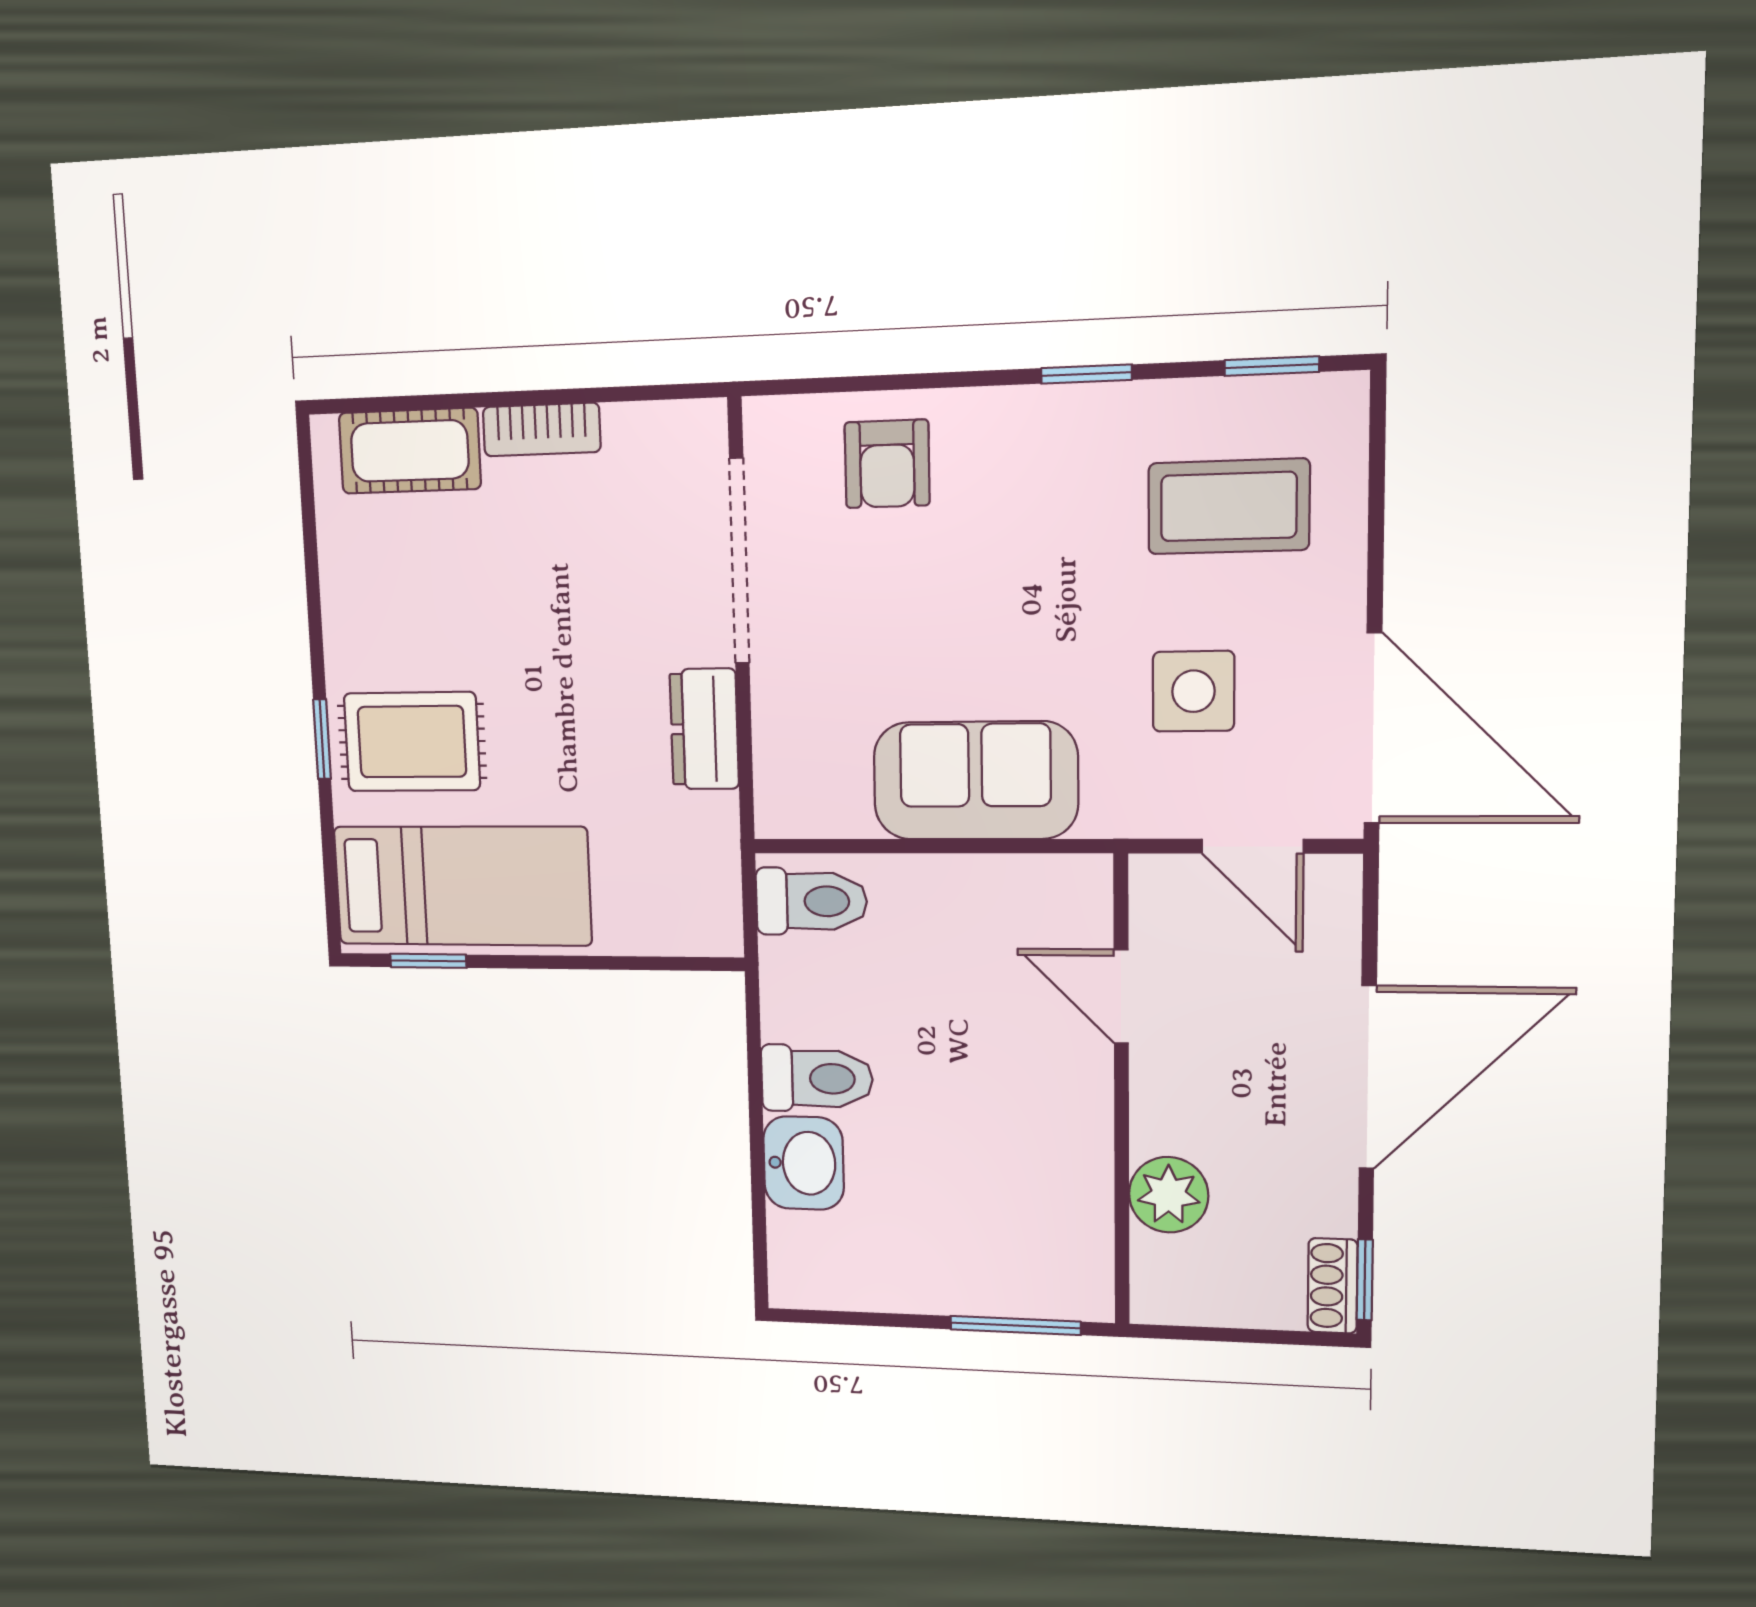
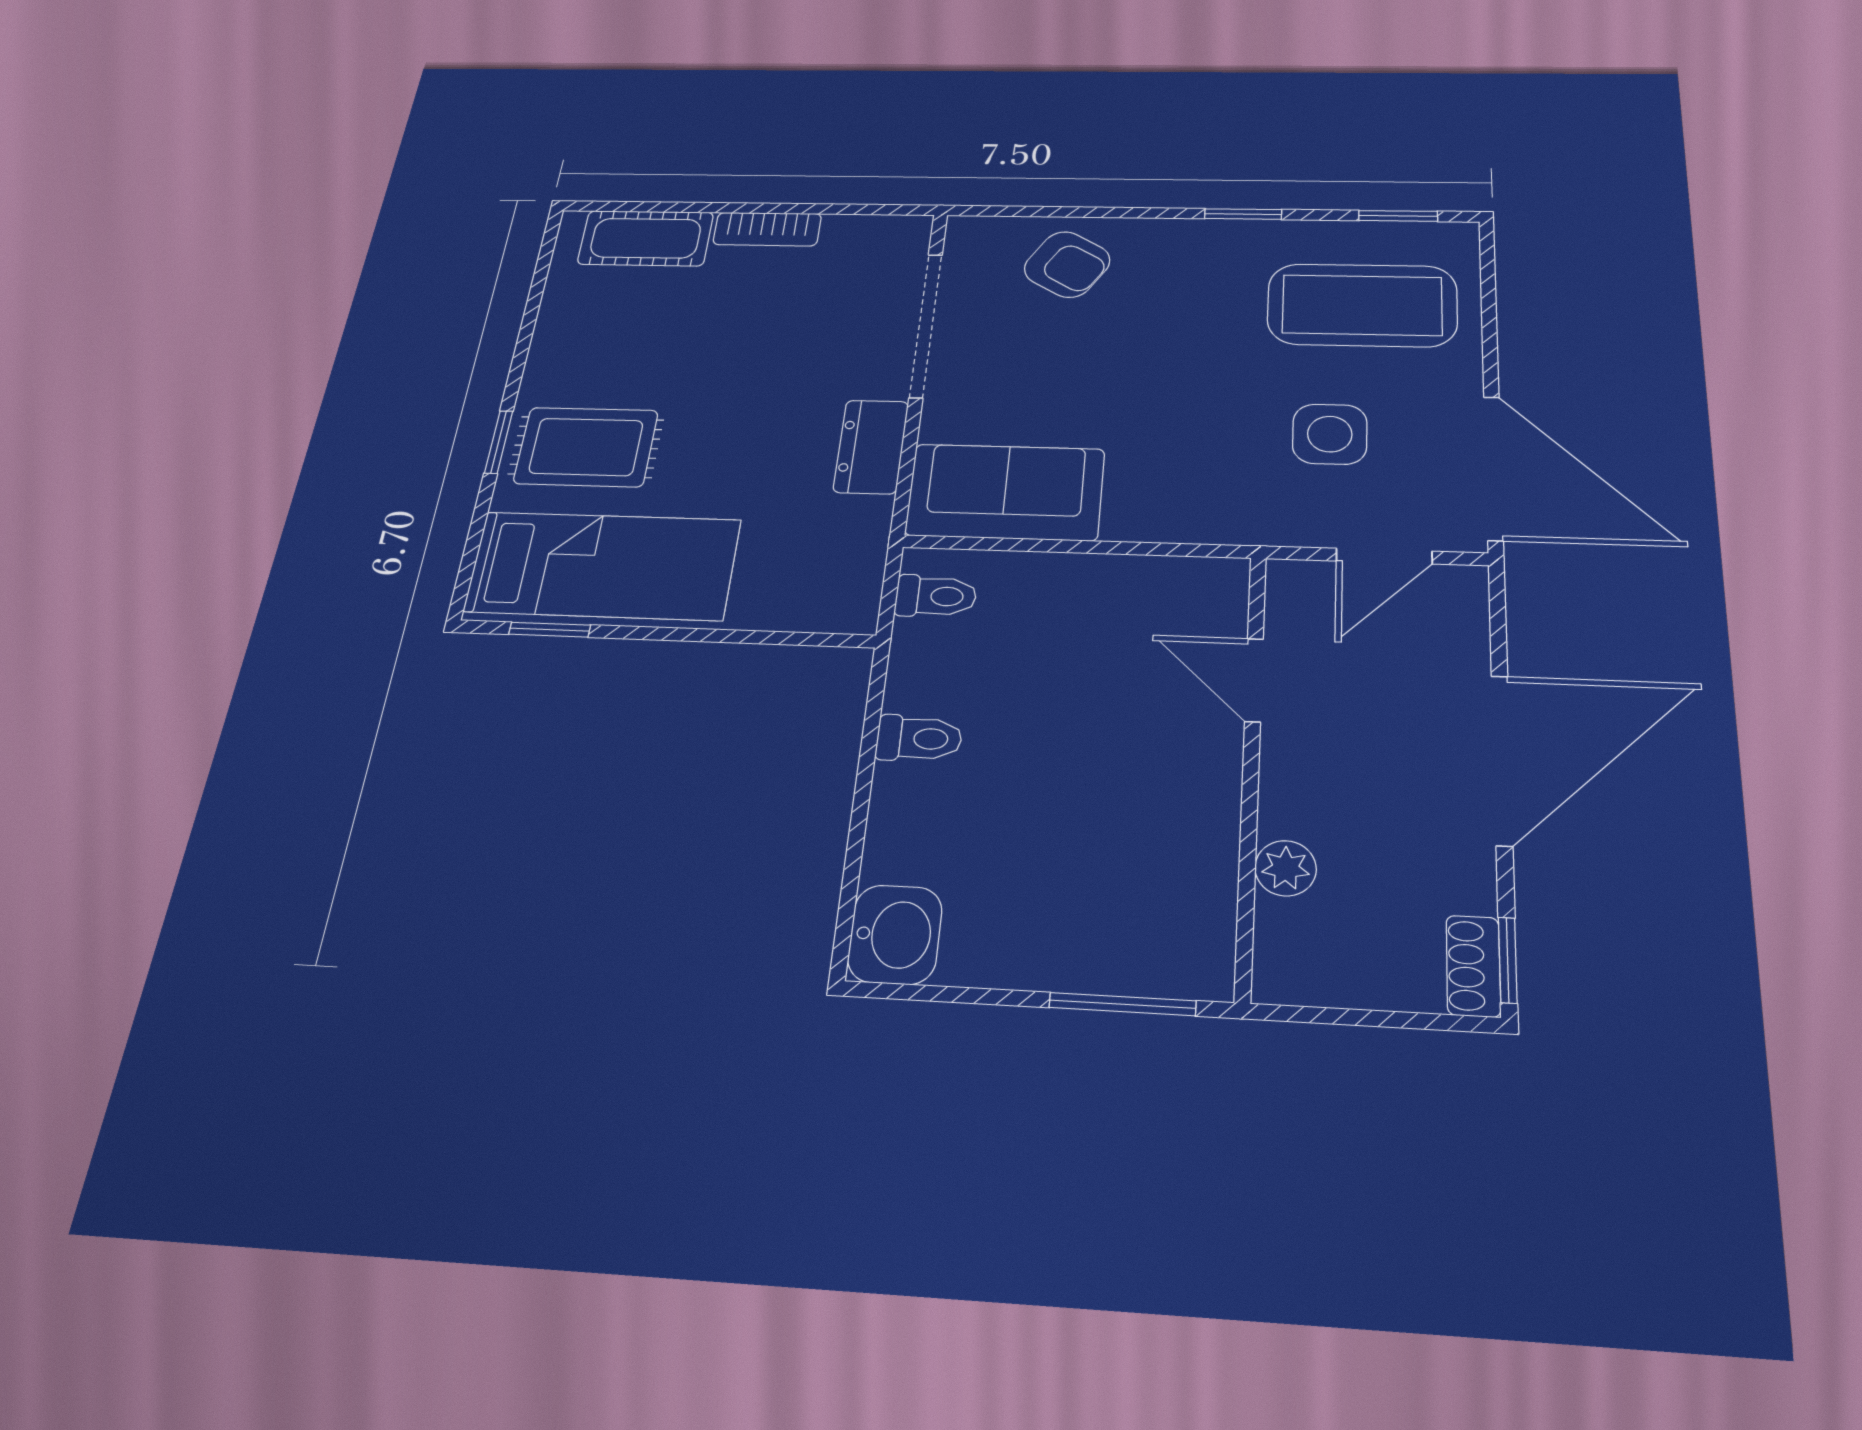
armchair: (887, 464) -> (1067, 264), turned -58
coffee table: (1229, 507) -> (1362, 305), width x1.36, depth x1.32
sofa: (975, 780) -> (1005, 492), moved
door: (1253, 846) -> (1384, 556), hinge flipped
toilet: (811, 901) -> (936, 596), width x0.73, depth x0.72
toilet: (817, 1078) -> (919, 738), width x0.73, depth x0.72
washbasin: (803, 1163) -> (895, 935), moved
plant: (1169, 1195) -> (1286, 868), width x0.73, depth x0.73

